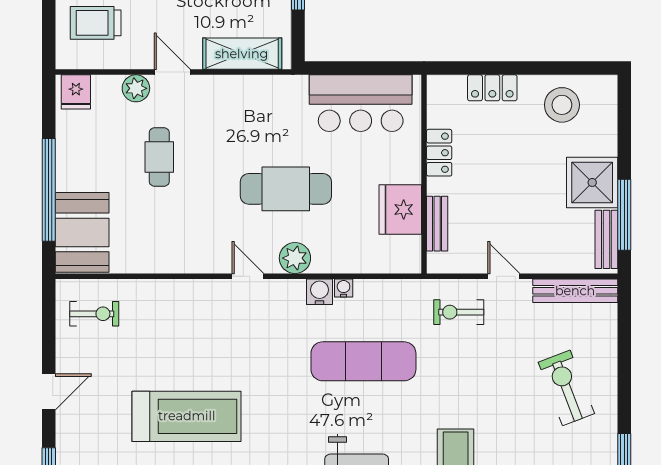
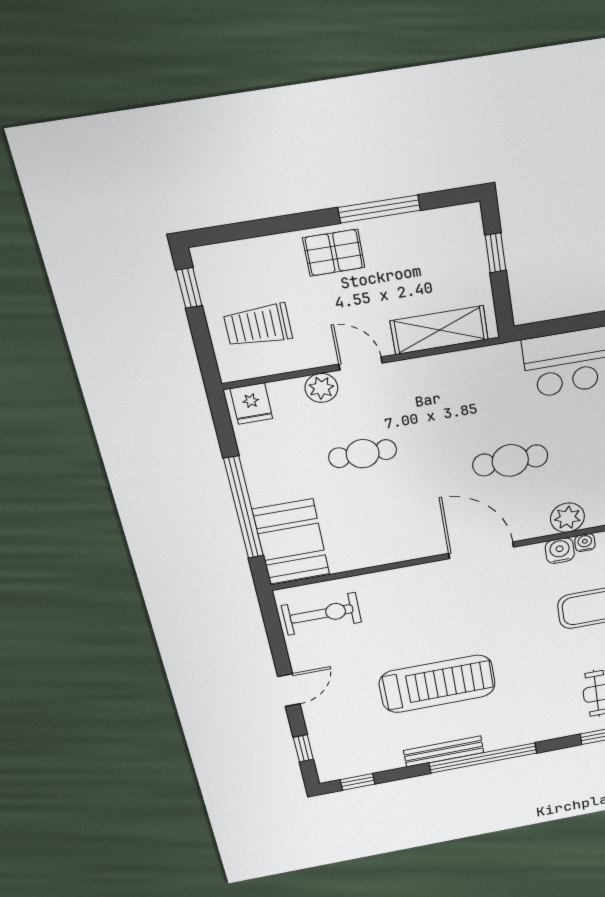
cafe table: (159, 157) -> (363, 454), turned 90
cafe table: (286, 189) -> (510, 460), width x0.73, depth x0.74
plant: (295, 258) -> (567, 518), moved
door: (248, 276) -> (481, 550), width x1.88
exercise bike: (94, 314) -> (322, 614), width x1.38, depth x1.39

